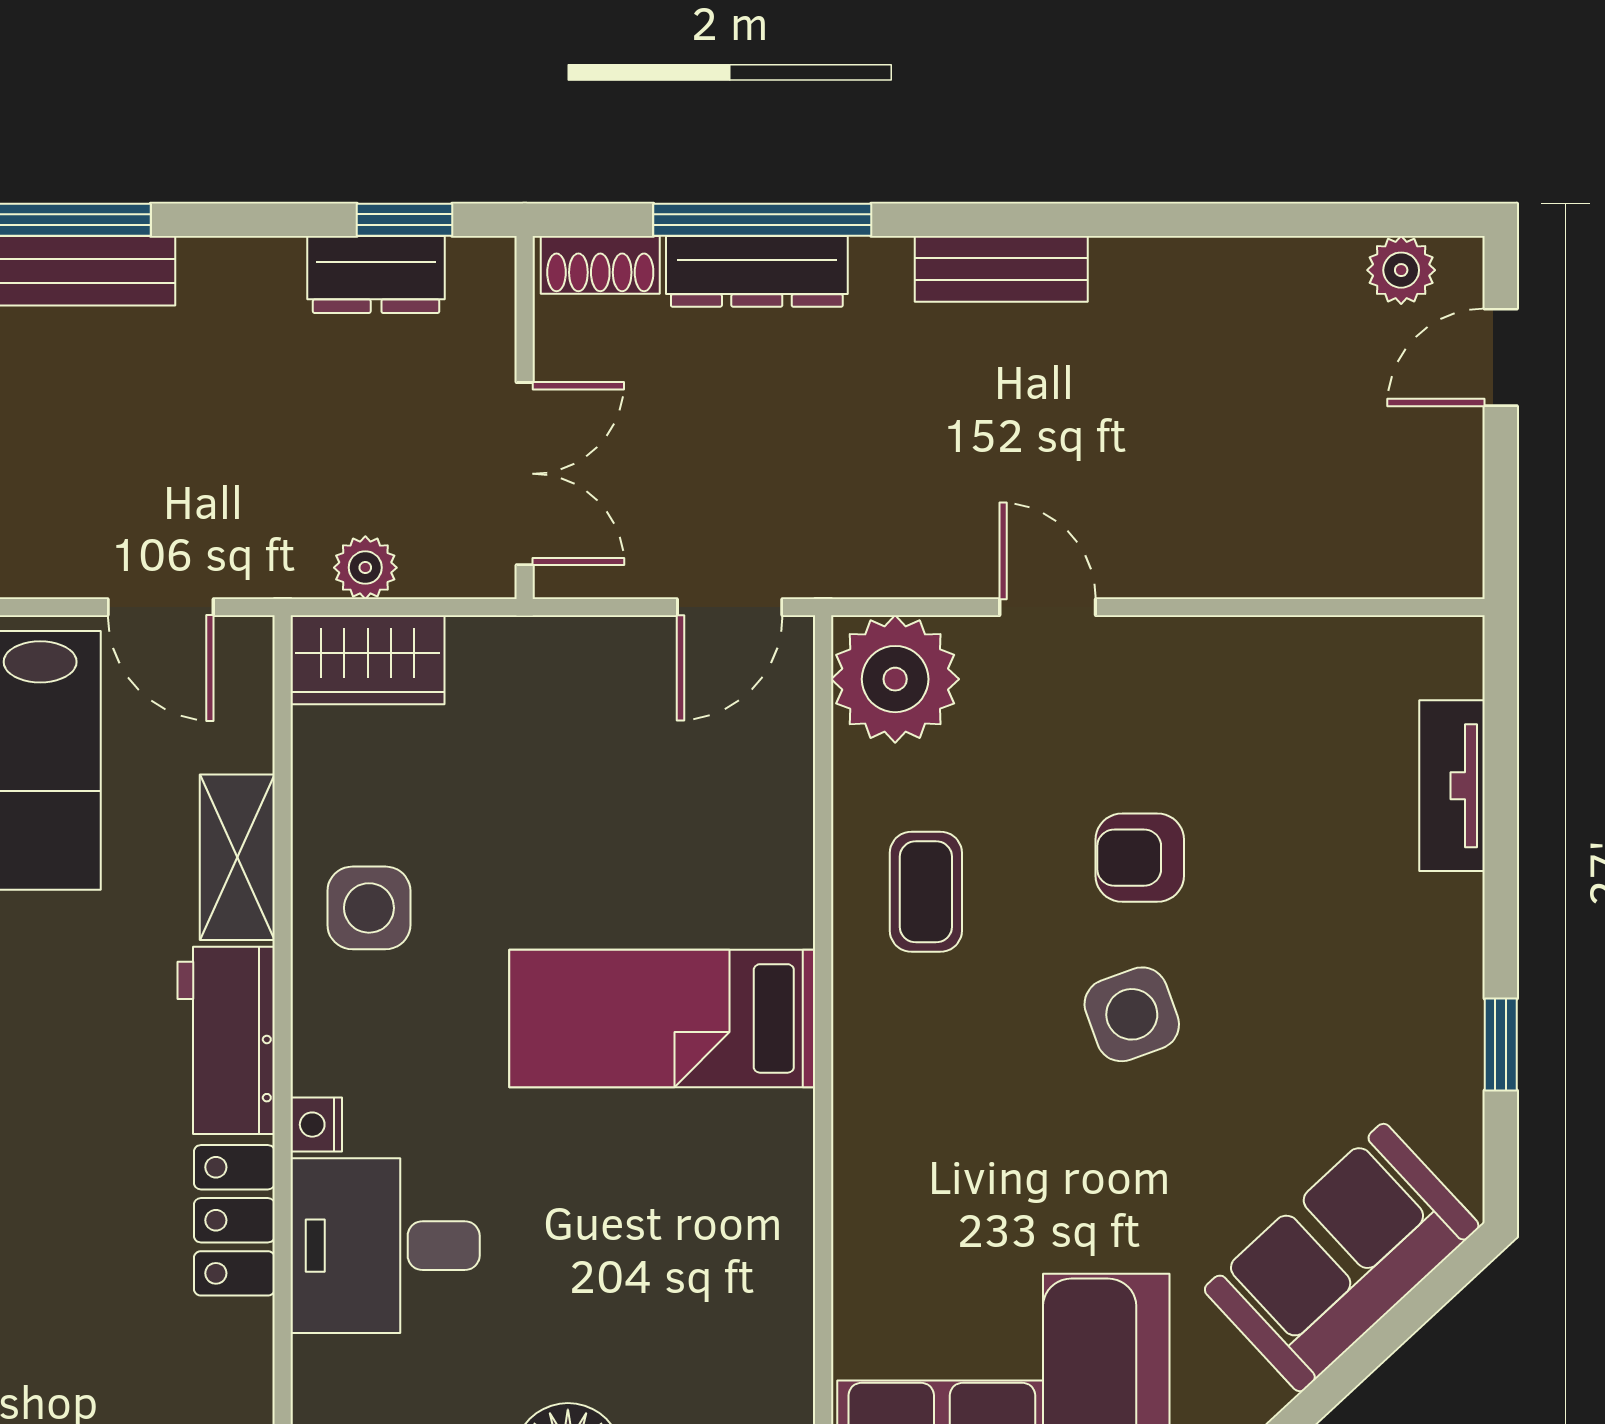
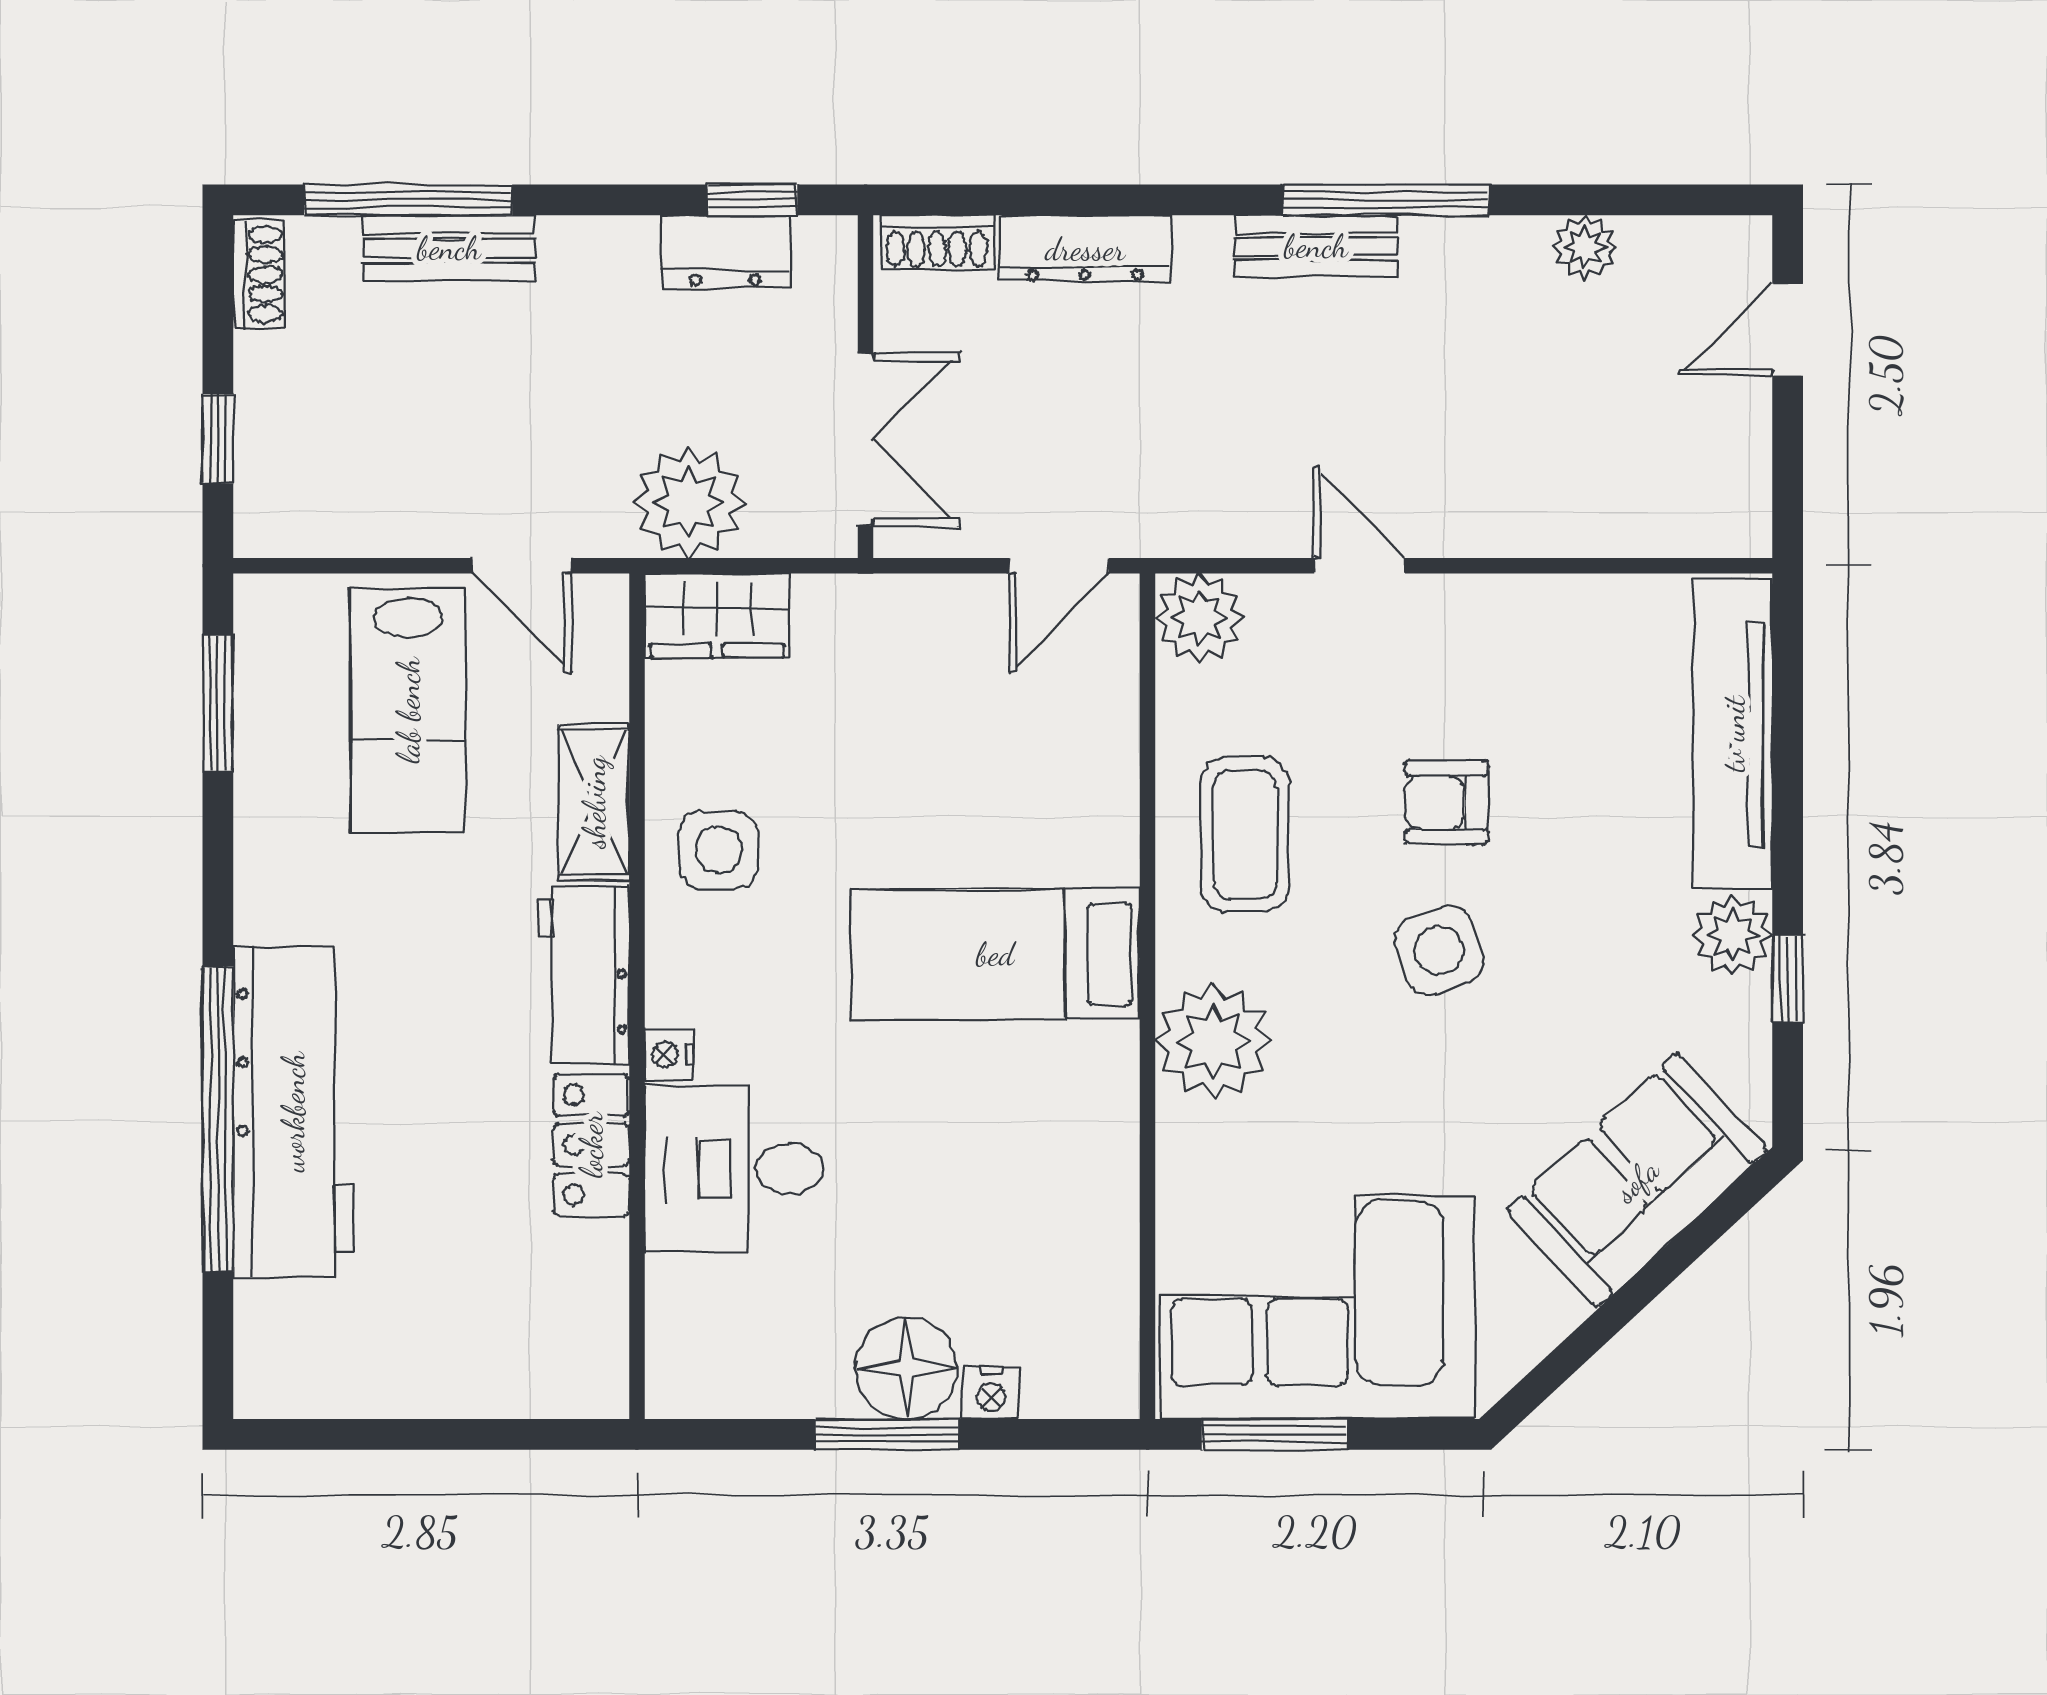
window: (762, 220) -> (1386, 200), moved
plant: (1401, 270) -> (1585, 247), moved
plant: (365, 568) -> (689, 502), width x1.87, depth x1.87
plant: (895, 679) -> (1199, 618), width x0.73, depth x0.73
tv unit: (1452, 786) -> (1733, 734), width x1.92, depth x1.29
coffee table: (926, 892) -> (1245, 835), width x1.36, depth x1.30
plant: (1443, 998) -> (1733, 935), added
plant: (893, 1111) -> (1213, 1041), added

